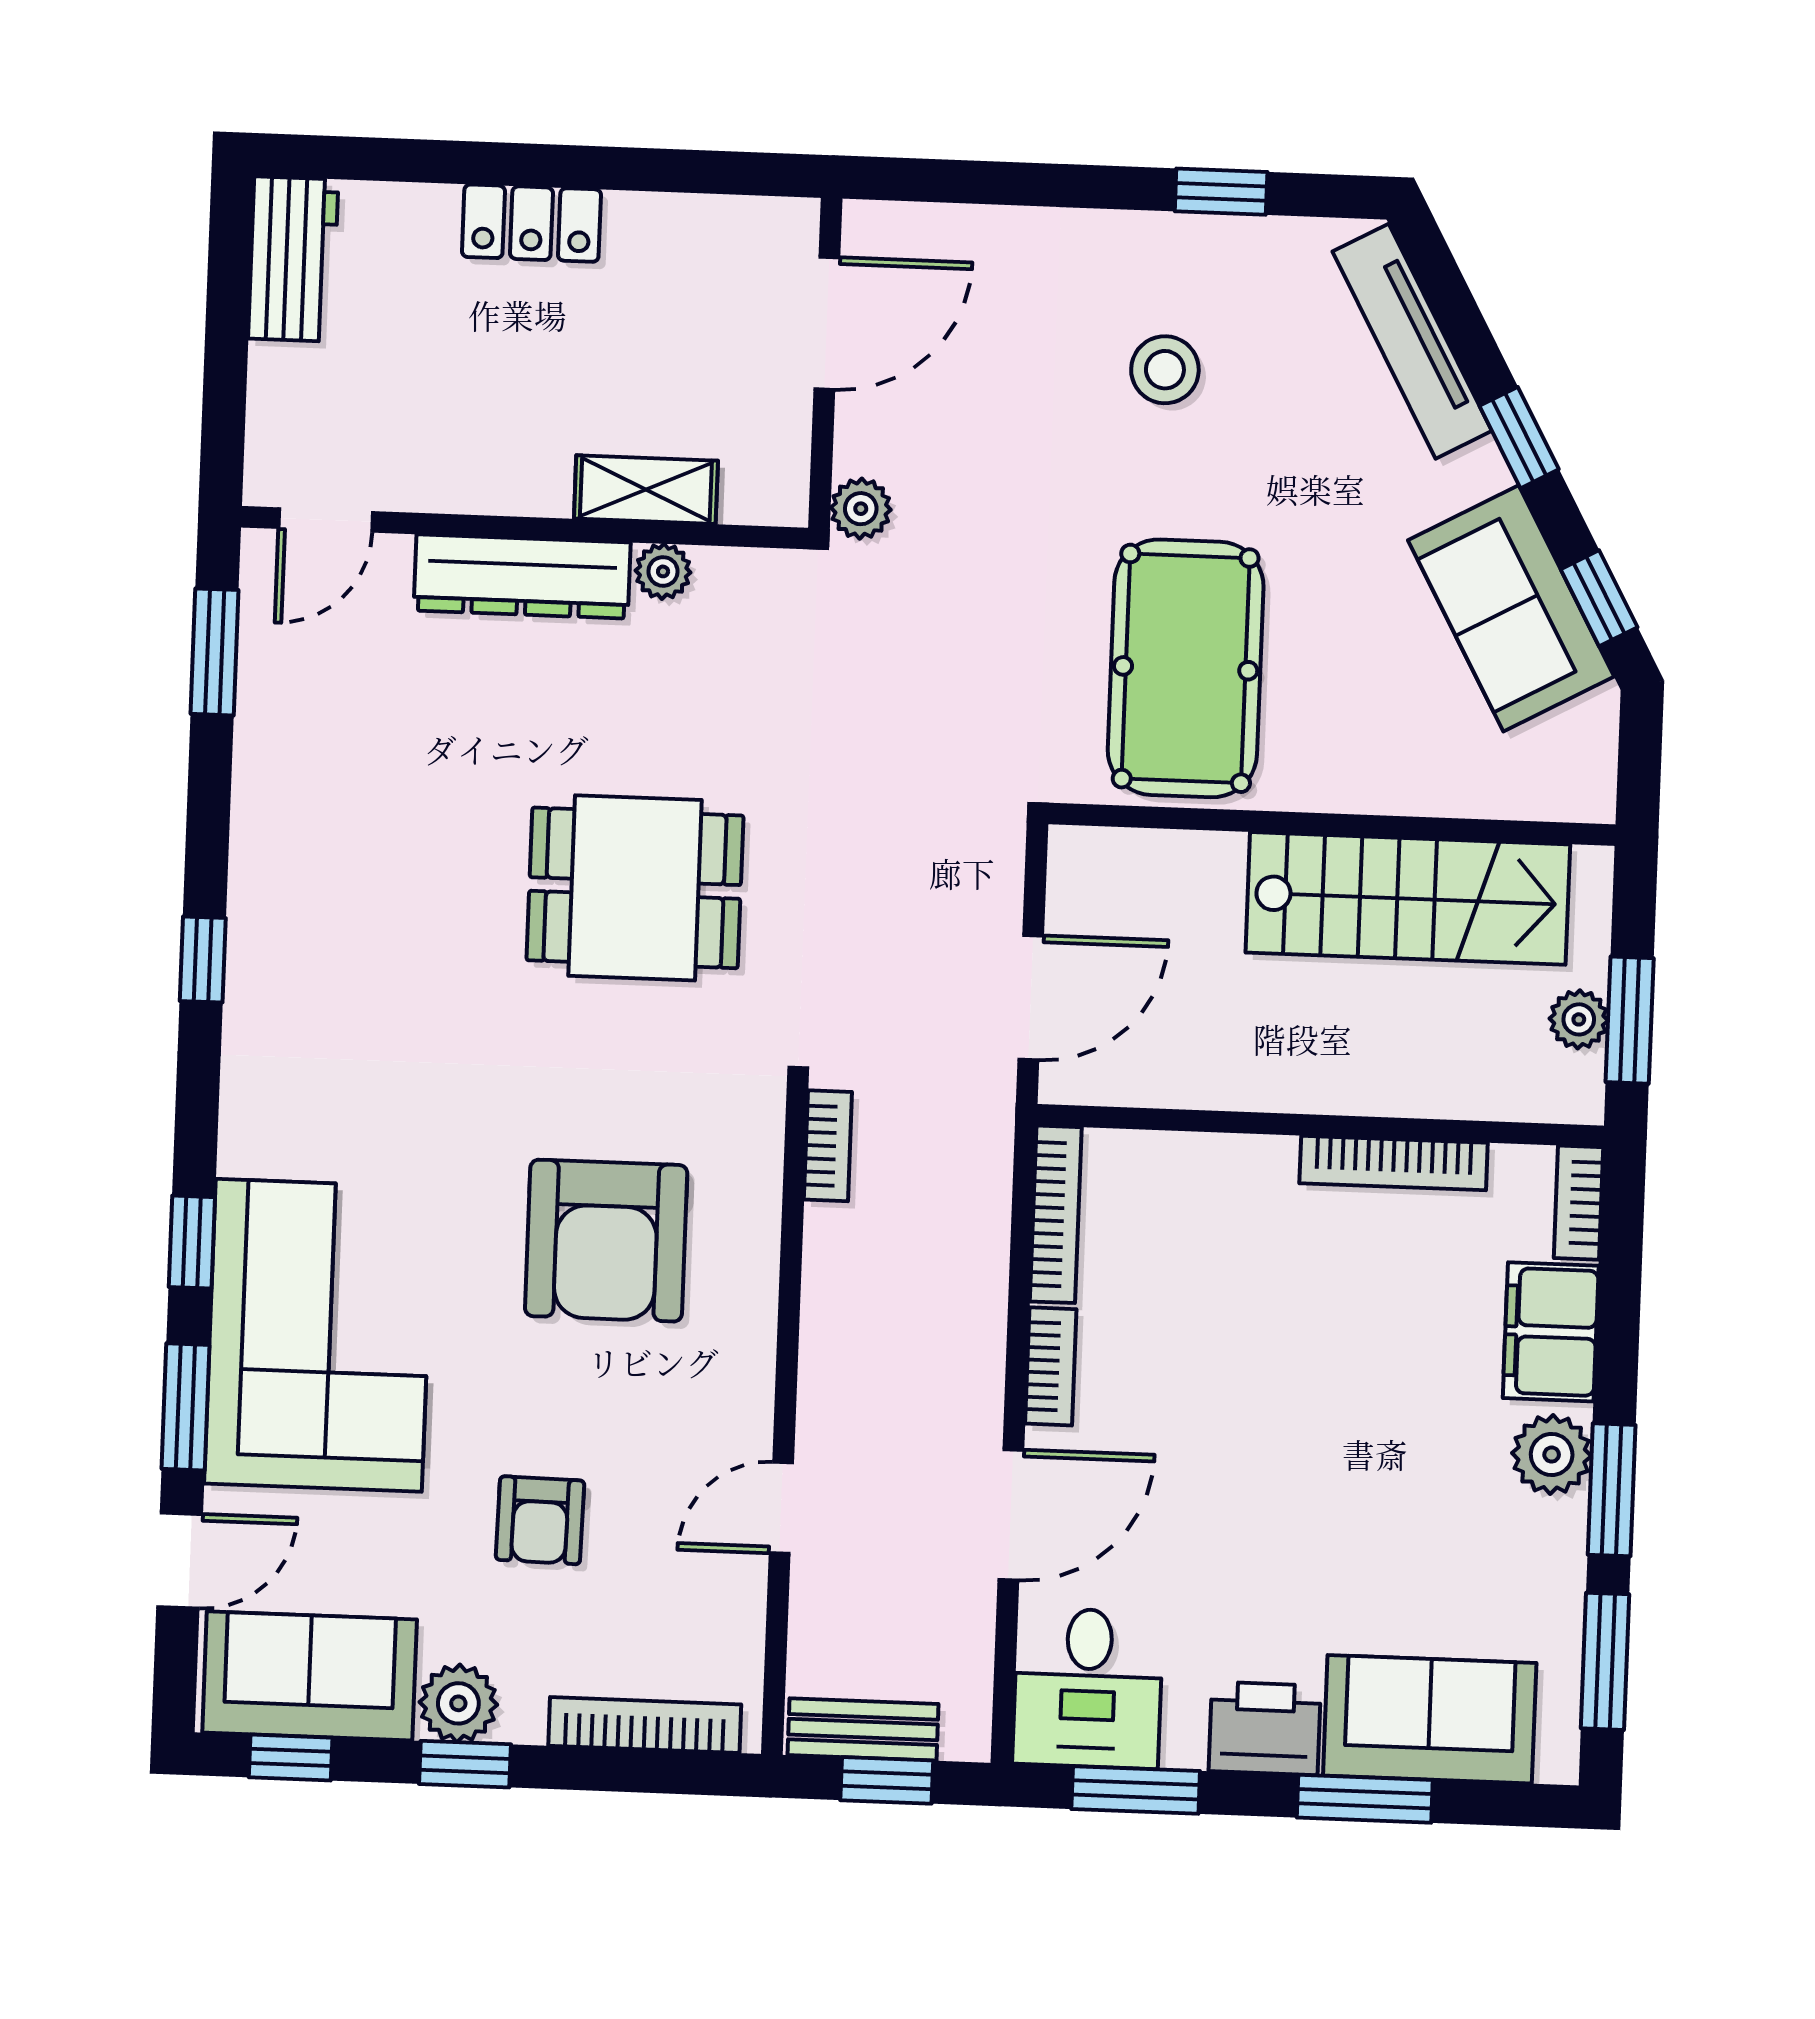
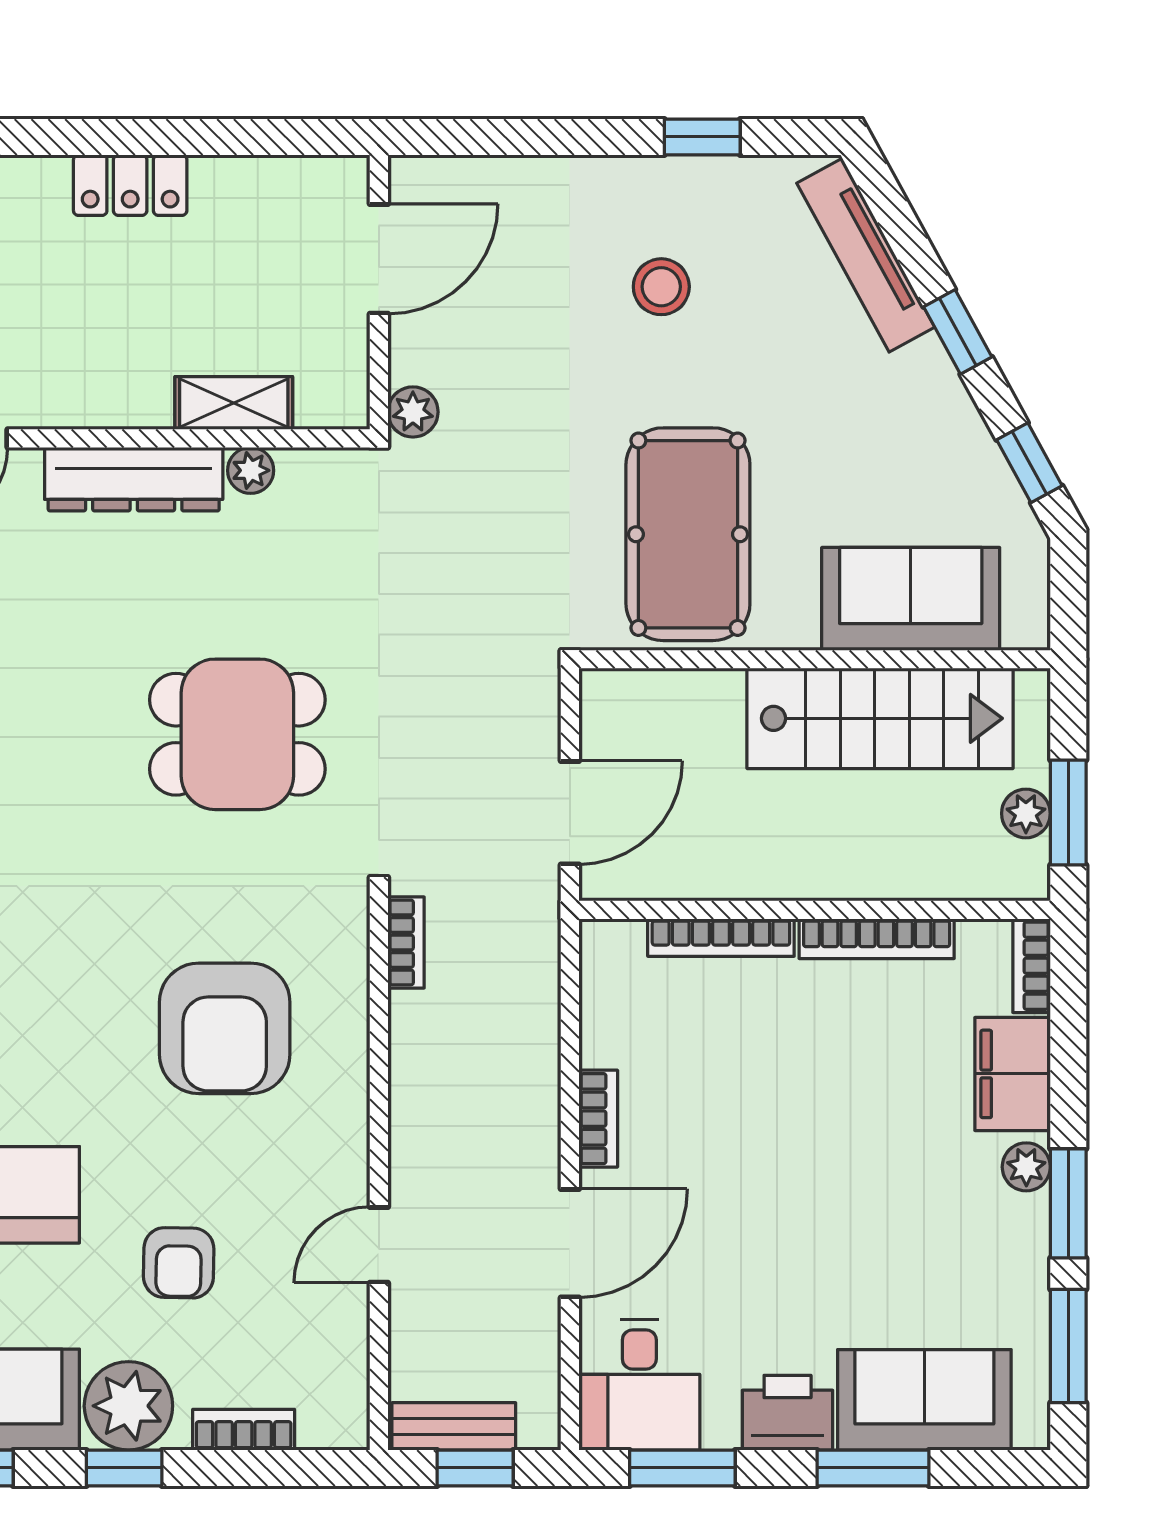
sofa: (1511, 608) -> (911, 599), moved, turned 119
bookcase: (1056, 1214) -> (721, 938), moved, turned 90
plant: (1552, 1455) -> (1026, 1167), width x0.73, depth x0.73
plant: (458, 1703) -> (128, 1406), width x1.36, depth x1.36
bookcase: (645, 1725) -> (244, 1430), width x0.64

